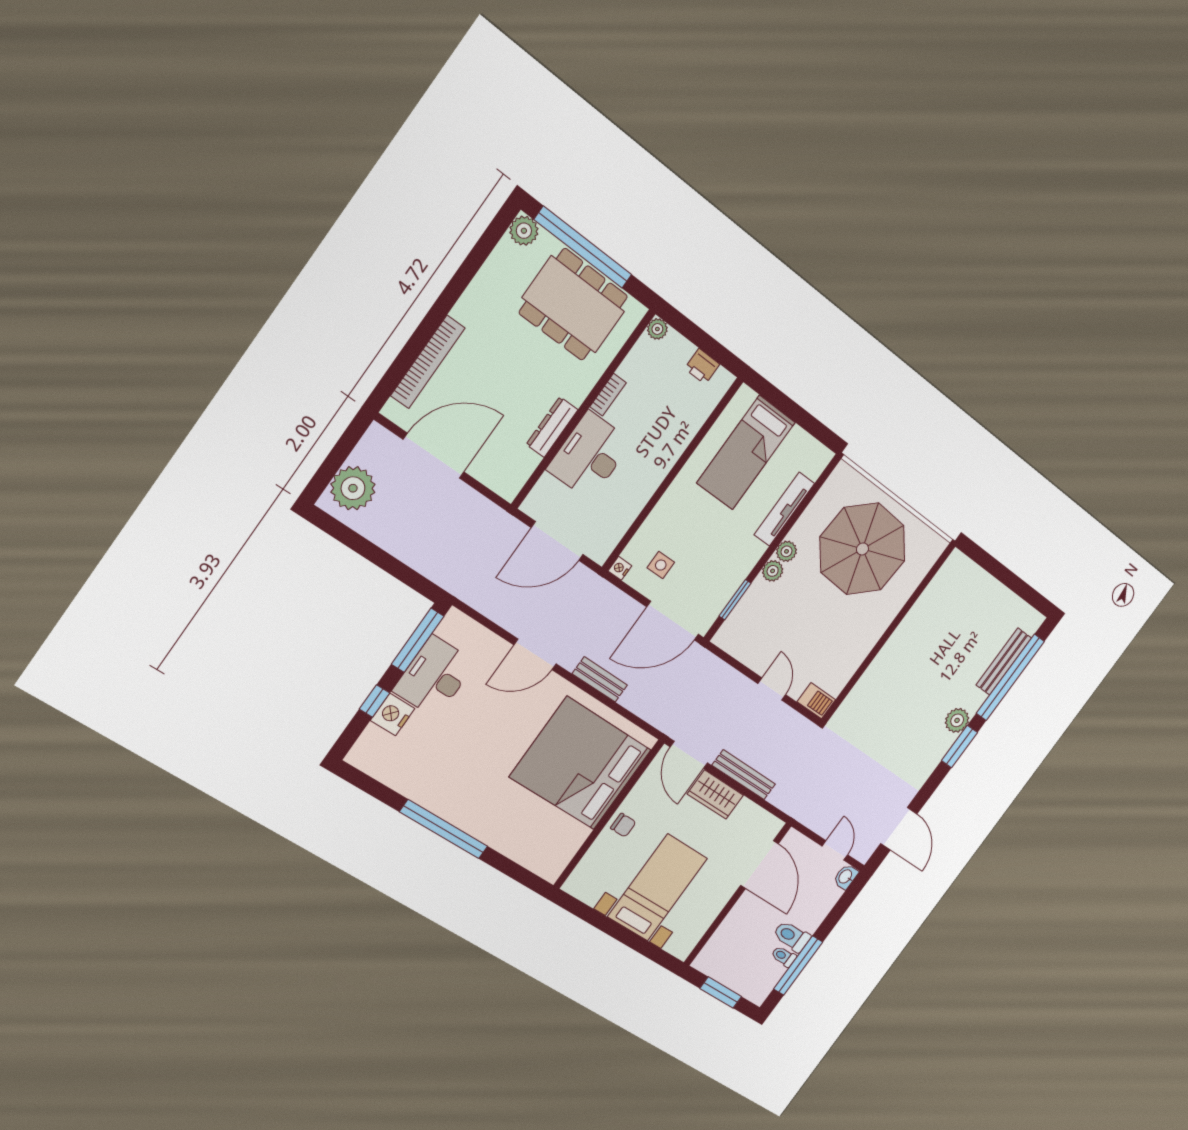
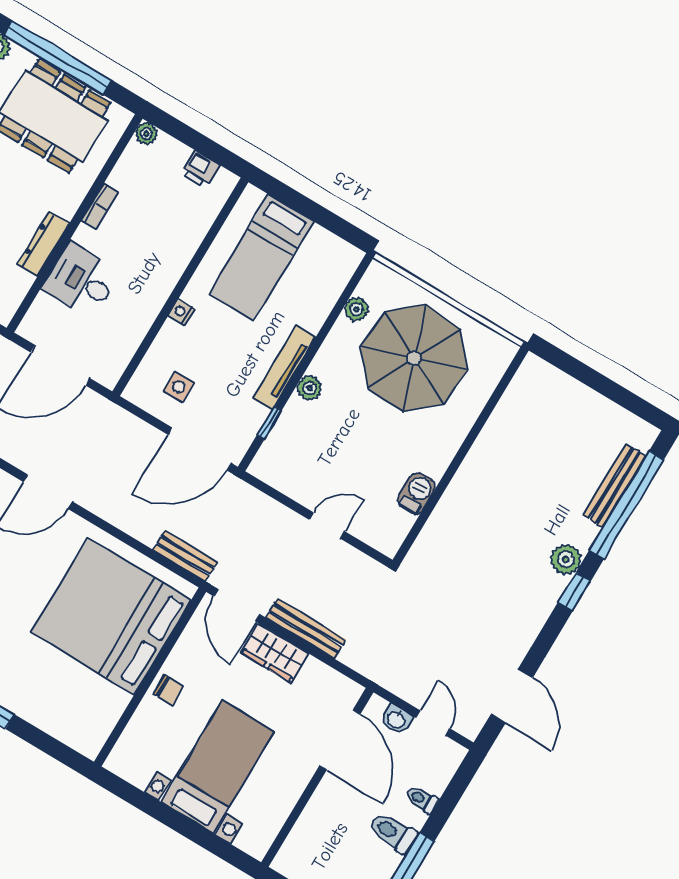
desk: (590, 456) -> (81, 281), width x0.73
tv unit: (784, 509) -> (284, 367), moved
plant: (786, 551) -> (357, 309), moved
nightstand: (620, 568) -> (181, 312), moved
window: (735, 600) -> (269, 423), width x0.67
bench: (600, 679) -> (185, 556), moved
door: (772, 689) -> (327, 525), hinge flipped
barbecue: (816, 701) -> (417, 494), moved, turned -90
window: (959, 746) -> (574, 592), width x0.67
washbasin: (846, 877) -> (396, 719), moved, turned -90
toilet: (784, 956) -> (422, 799), moved

